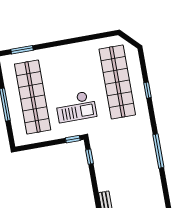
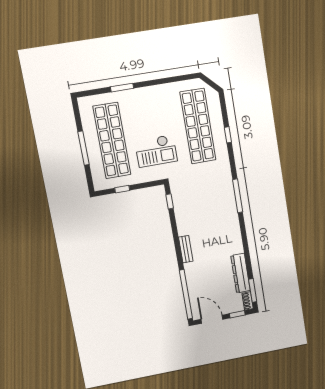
window: (22, 50) -> (122, 88), moved
window: (73, 139) -> (122, 189), moved

